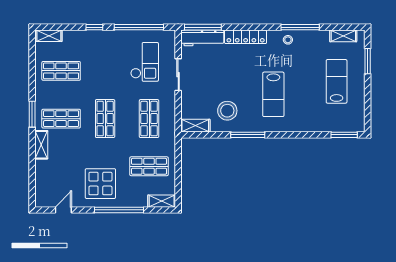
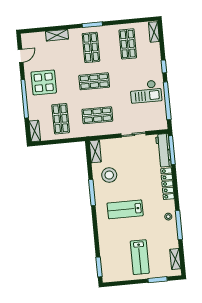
checkout: (145, 62) -> (146, 91), moved
lab bench: (337, 81) -> (140, 257), turned 90
shelving: (41, 145) -> (57, 35), moved
door: (63, 210) -> (21, 56), hinge flipped

